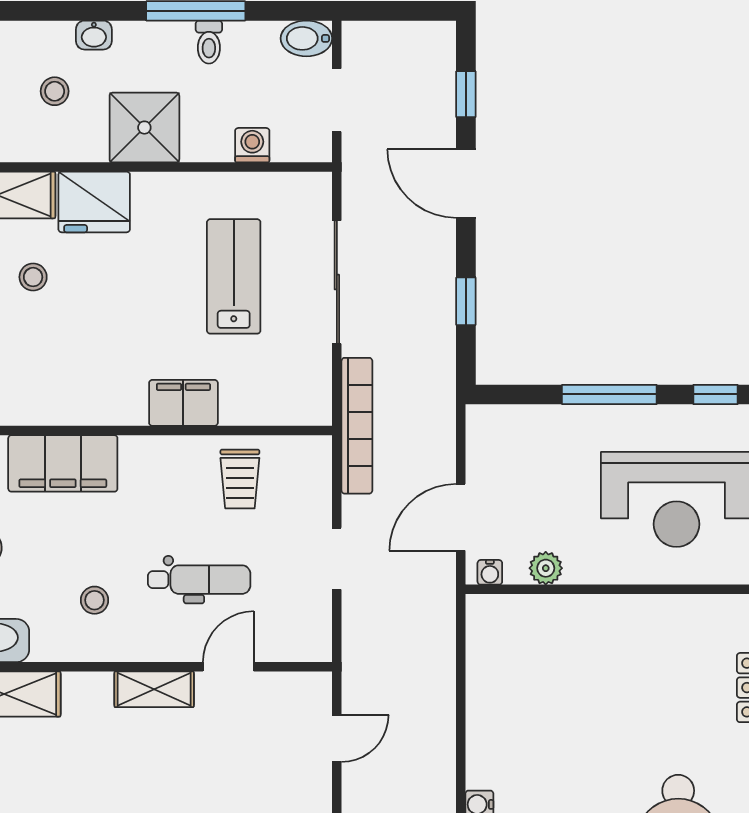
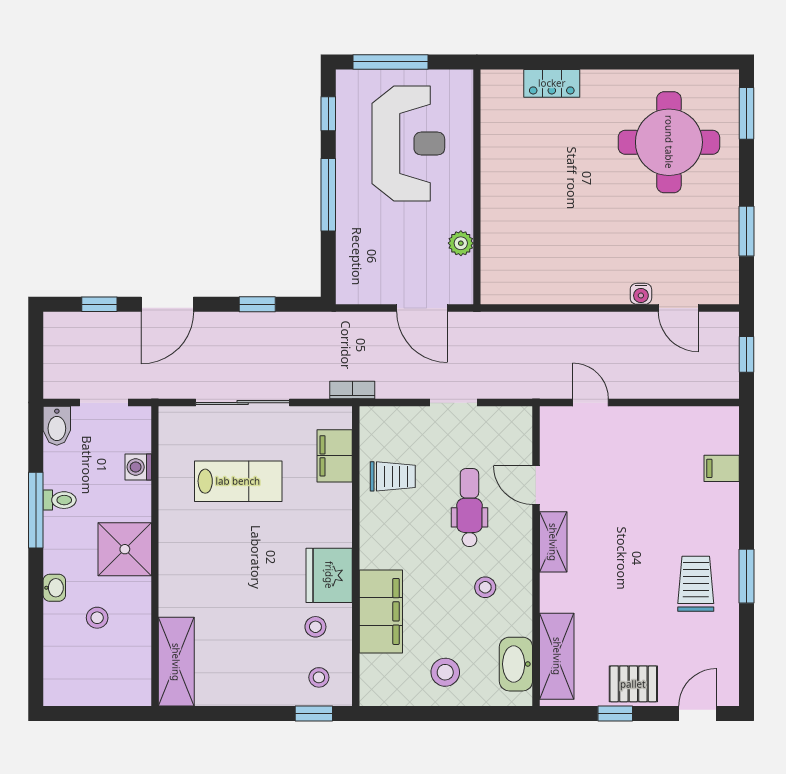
fridge: (94, 202) -> (329, 575), moved, turned 180
lab bench: (234, 276) -> (238, 481), turned 180
stool: (33, 277) -> (315, 627), moved
filing cabinet: (183, 403) -> (335, 456), moved
bookcase: (357, 426) -> (352, 390), width x0.43, depth x0.76
water cooler: (490, 572) -> (464, 286), removed

